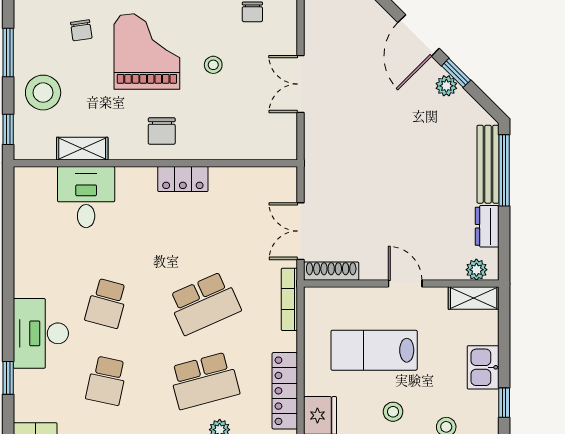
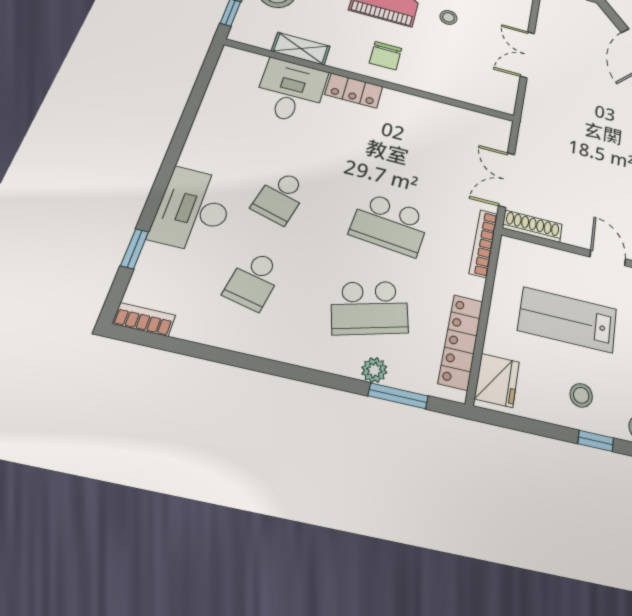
locker: (183, 179) -> (354, 91), moved
school desk: (204, 303) -> (390, 224), turned 30

